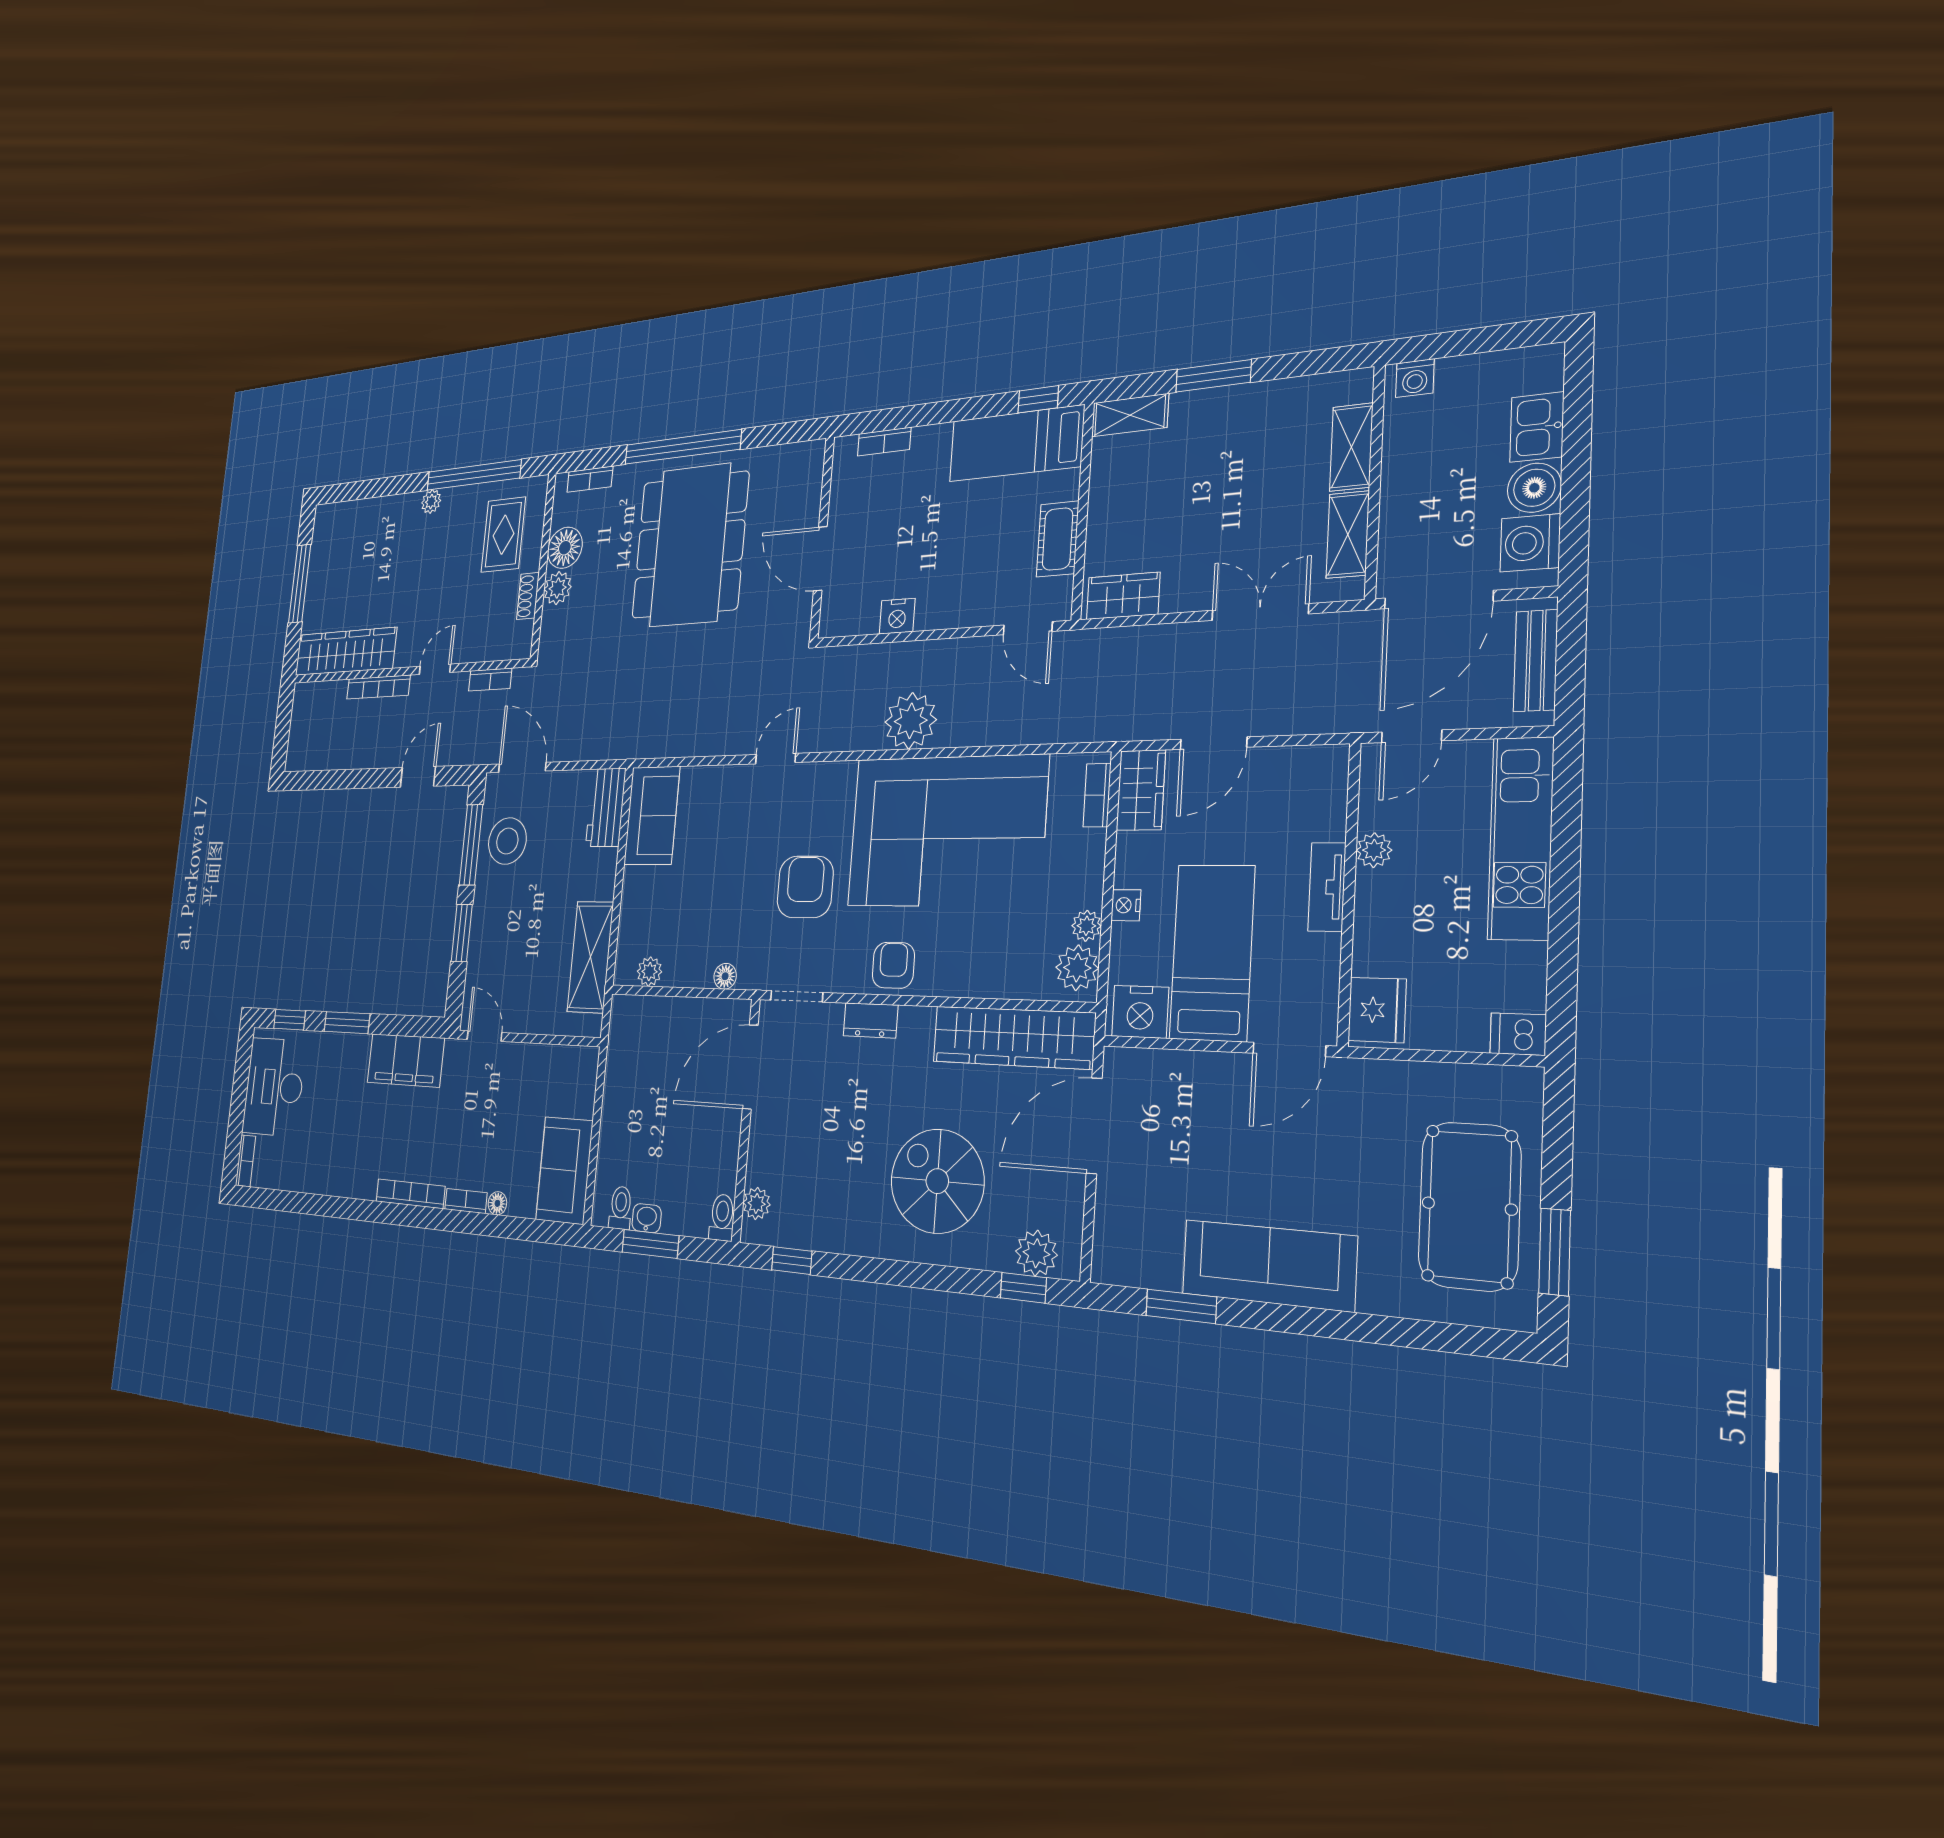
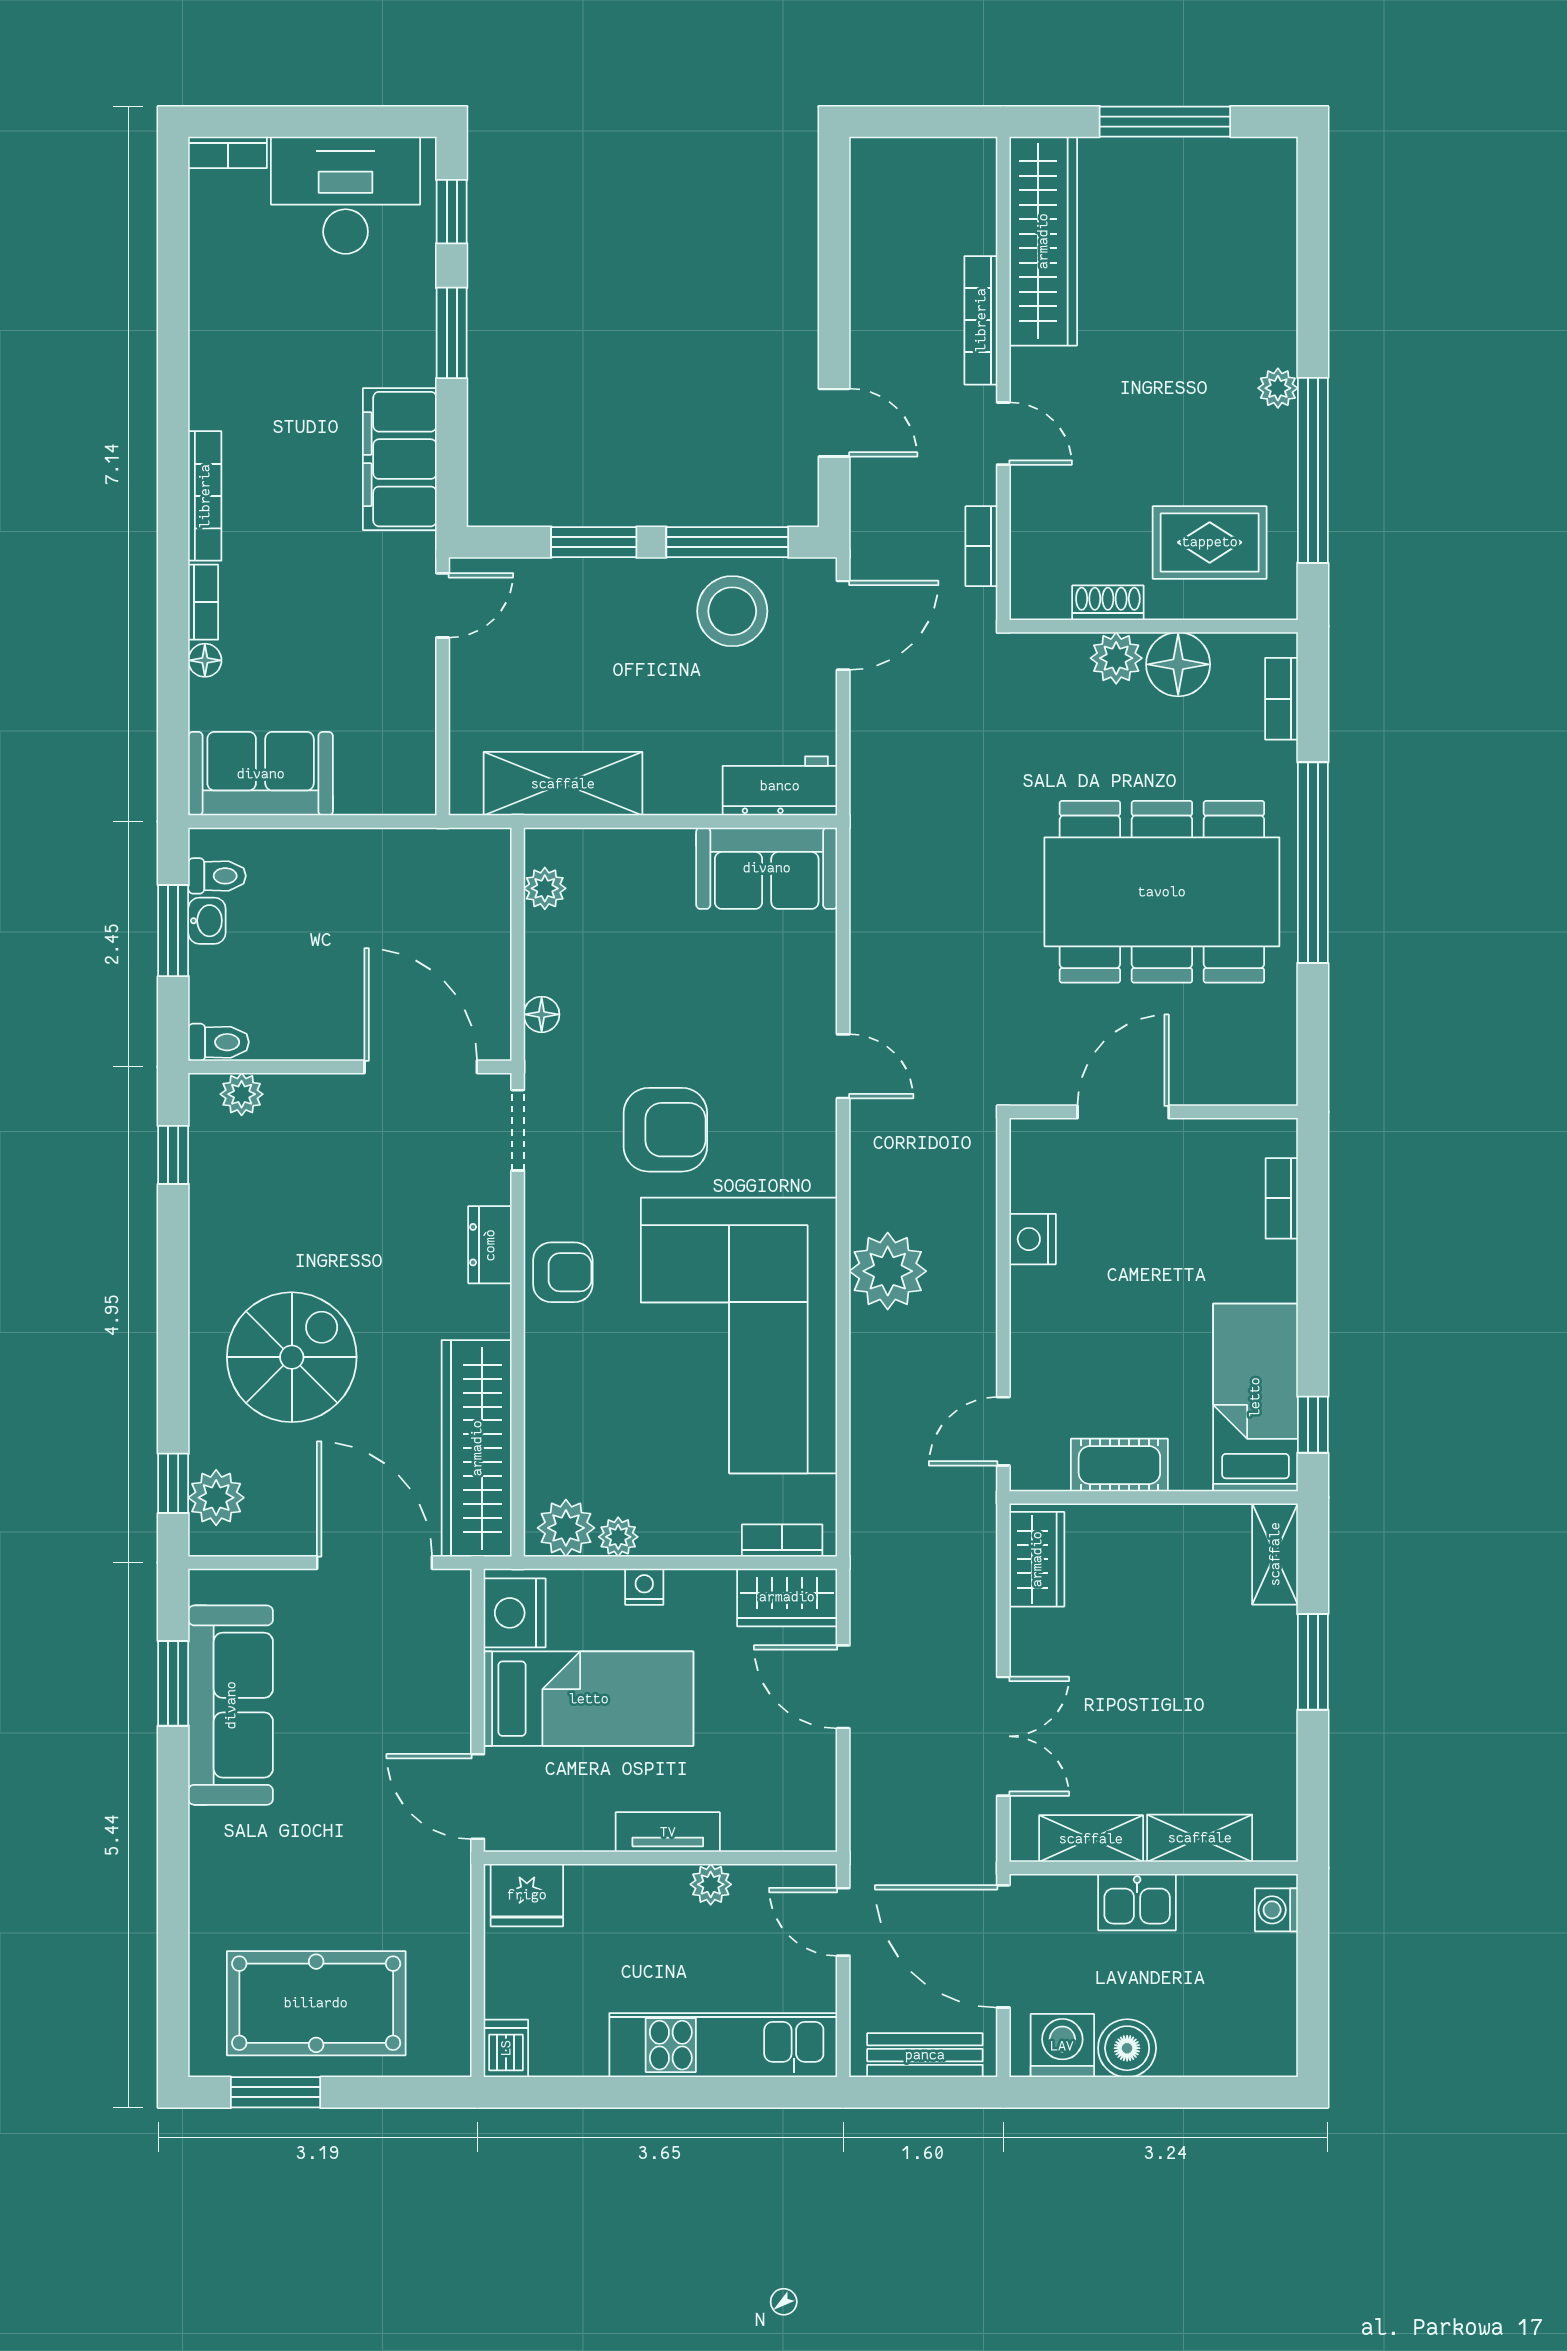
kitchen sink: (1537, 427) -> (1137, 1902), moved, turned 180
sofa: (1269, 1265) -> (231, 1705), moved

